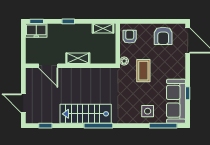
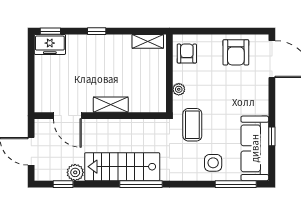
shelving: (78, 58) -> (111, 105), moved
door: (48, 66) -> (67, 116), moved
wall: (71, 66) -> (100, 116), moved
coffee table: (143, 71) -> (192, 125), moved
plant: (54, 118) -> (75, 172), added

